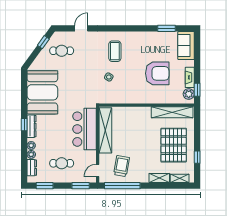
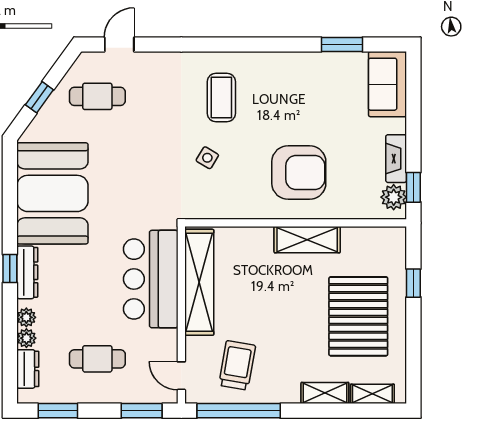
door: (81, 28) -> (119, 44), moved
window: (43, 42) -> (39, 97), moved
armchair: (157, 73) -> (299, 173), moved
shelving: (172, 112) -> (307, 240), moved, width x0.68
window: (197, 157) -> (413, 283), moved
door: (98, 171) -> (181, 376), hinge flipped

